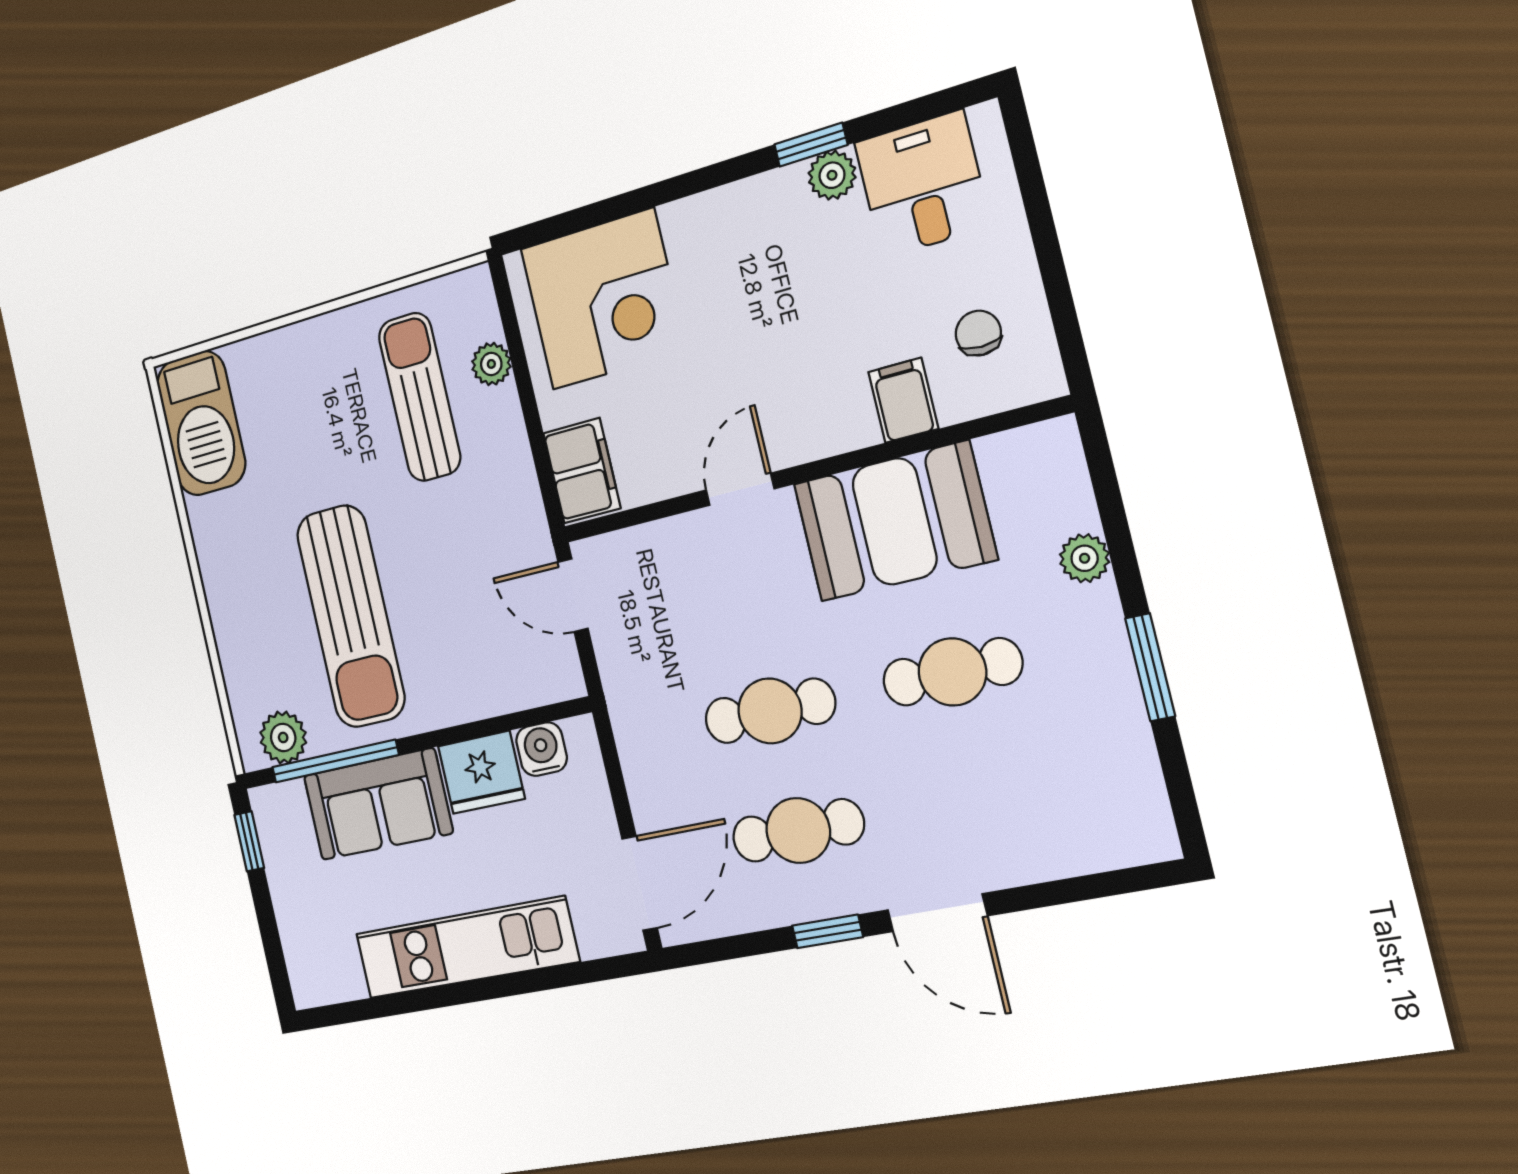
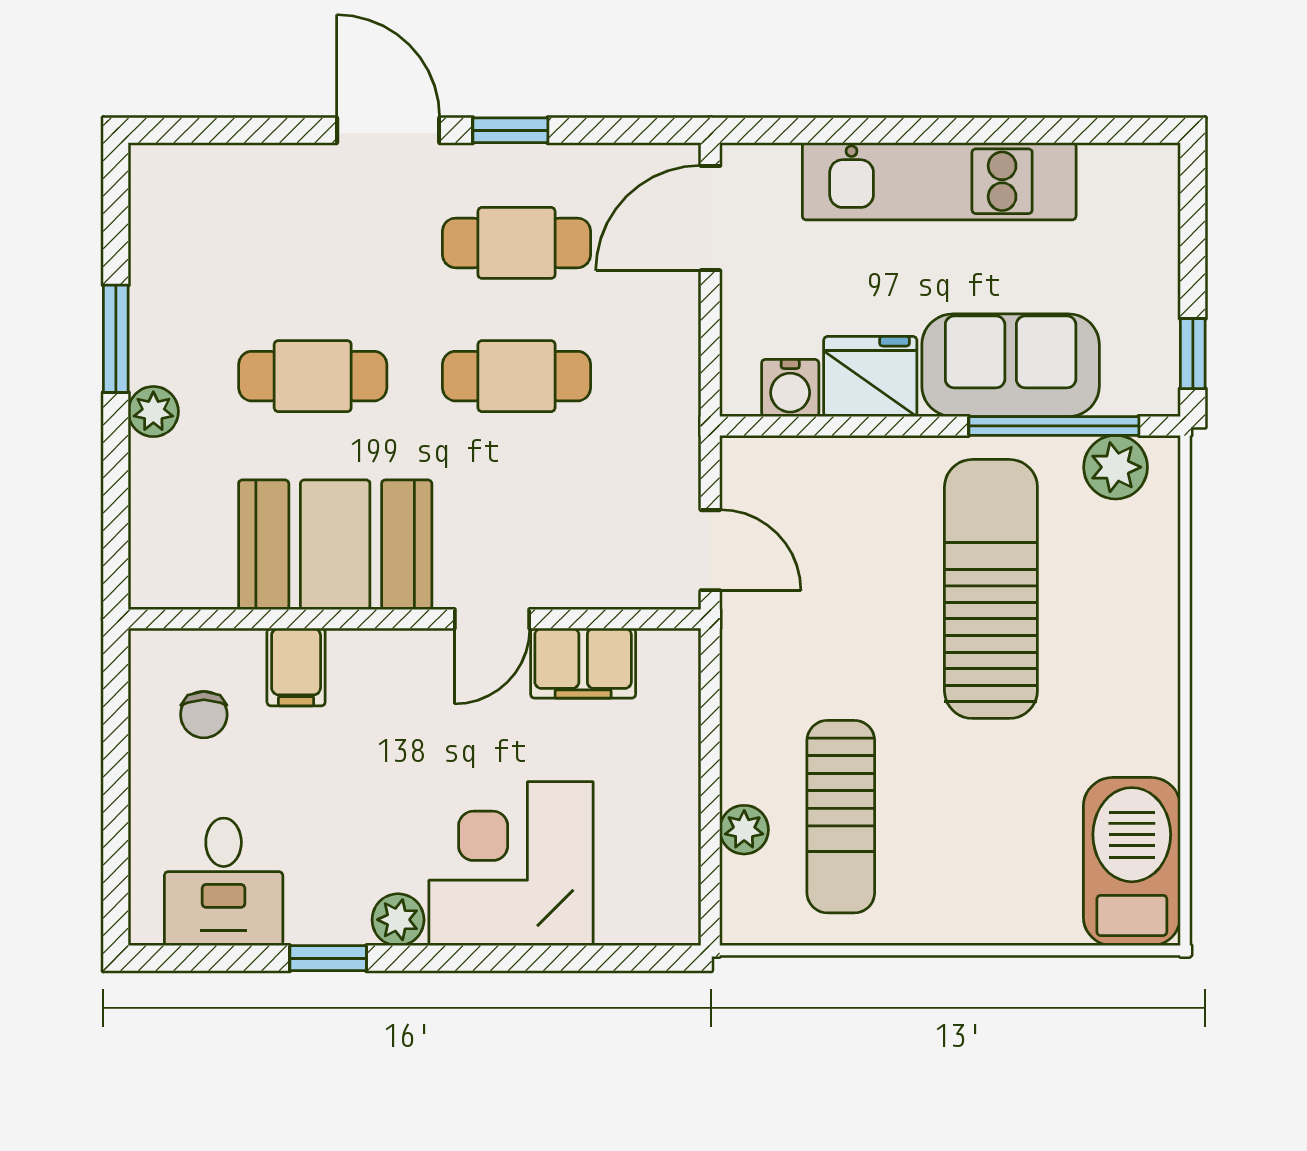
plant: (832, 175) -> (398, 920), moved
corner desk: (603, 299) -> (511, 864), moved
filing cabinet: (582, 471) -> (583, 663), moved, turned -90
plant: (1085, 558) -> (153, 412), moved

